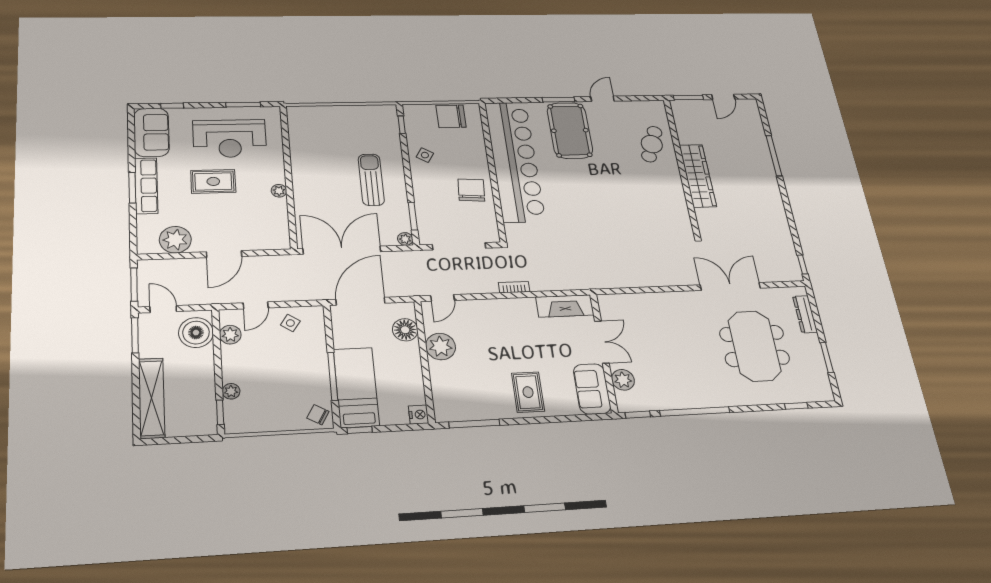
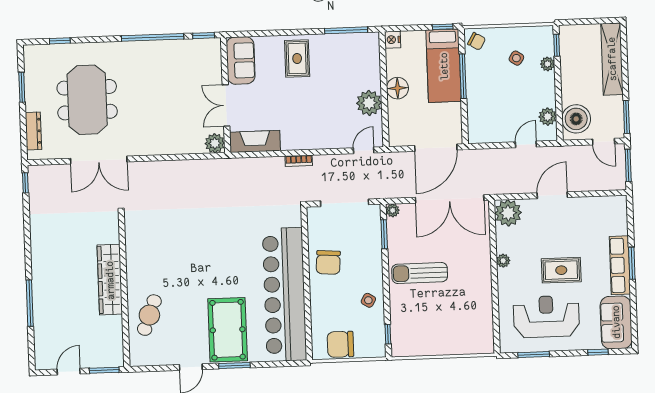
chair: (451, 116) -> (340, 344), turned 180
sun lounger: (371, 180) -> (420, 273), turned 90
plant: (175, 240) -> (508, 213), moved
side table: (290, 323) -> (516, 58), moved
floor lamp: (405, 330) -> (397, 88), moved
plant: (623, 380) -> (215, 143), moved

